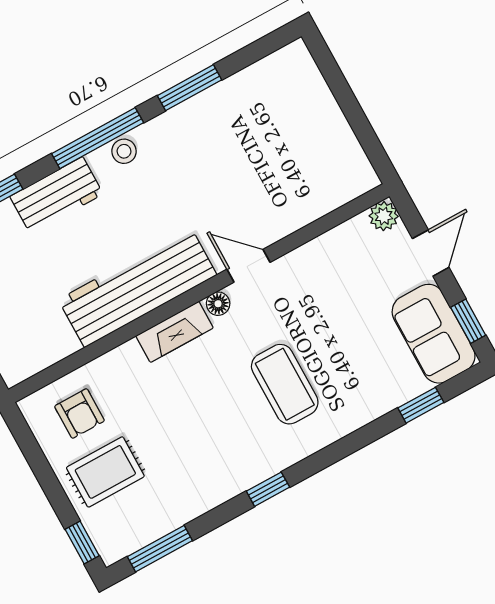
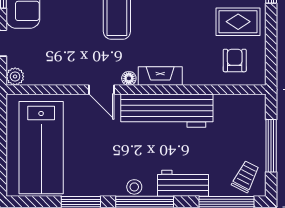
lab bench: (290, 134) -> (41, 148), added

